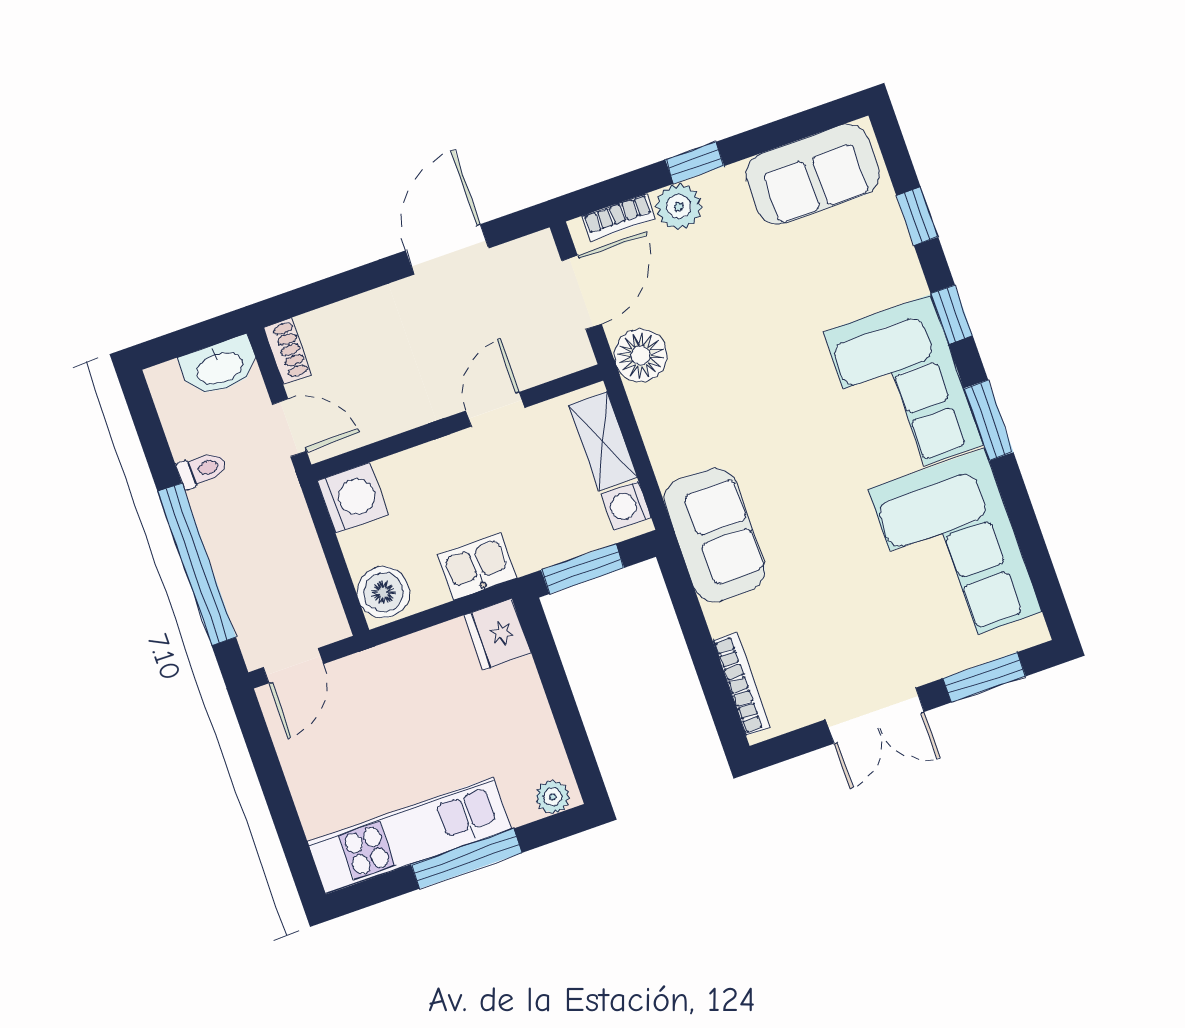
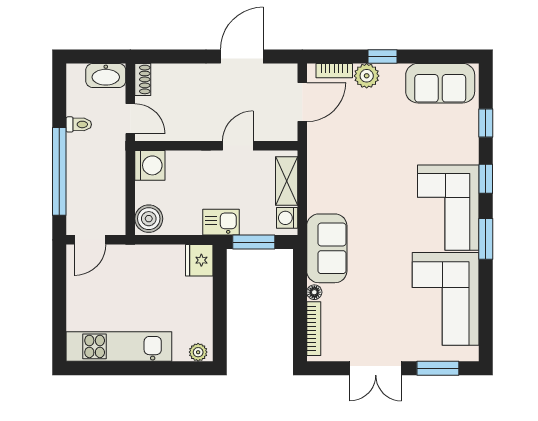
floor lamp: (641, 356) -> (314, 292), moved, width x0.53, depth x0.53
kitchen sink: (477, 566) -> (221, 222), moved
window: (466, 859) -> (144, 368), removed

